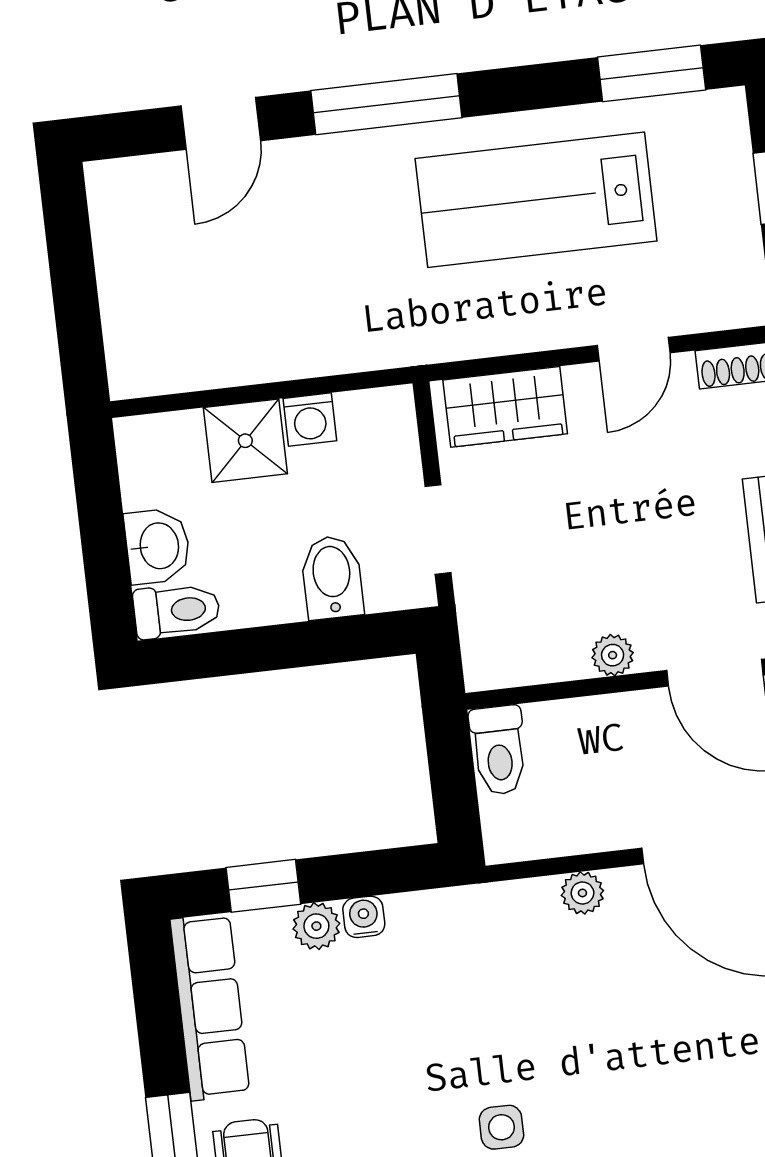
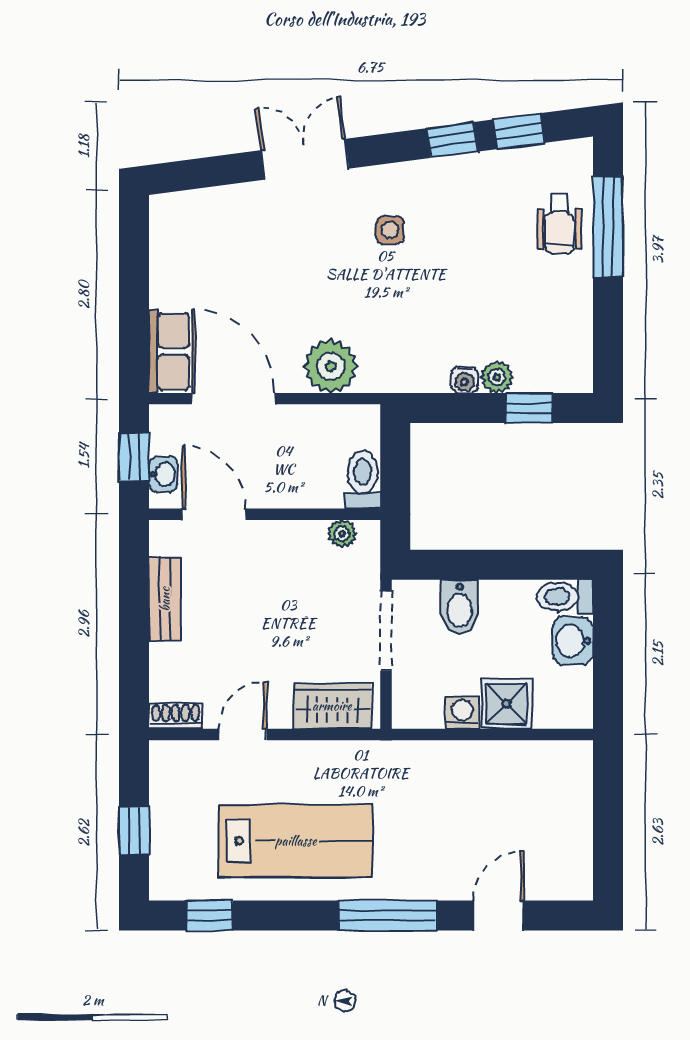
window: (652, 73) -> (210, 915), width x0.67
doorway: (438, 529) -> (386, 630), width x1.38
plant: (613, 655) -> (342, 534), moved
plant: (582, 893) -> (331, 366), width x1.88, depth x1.88
row of seats: (210, 1007) -> (573, 332), removed

